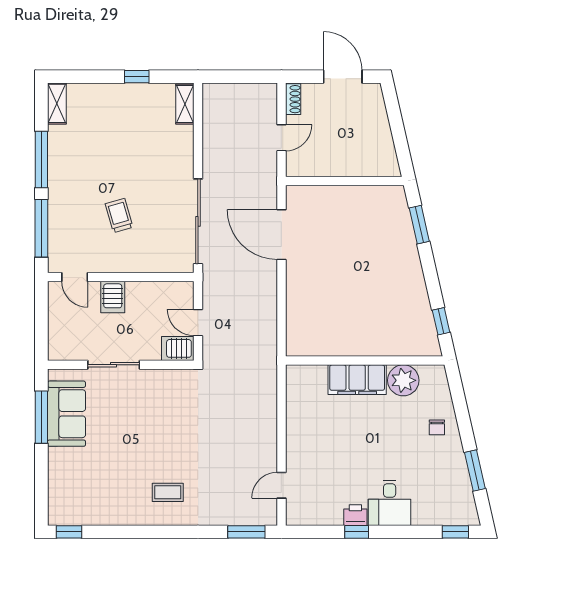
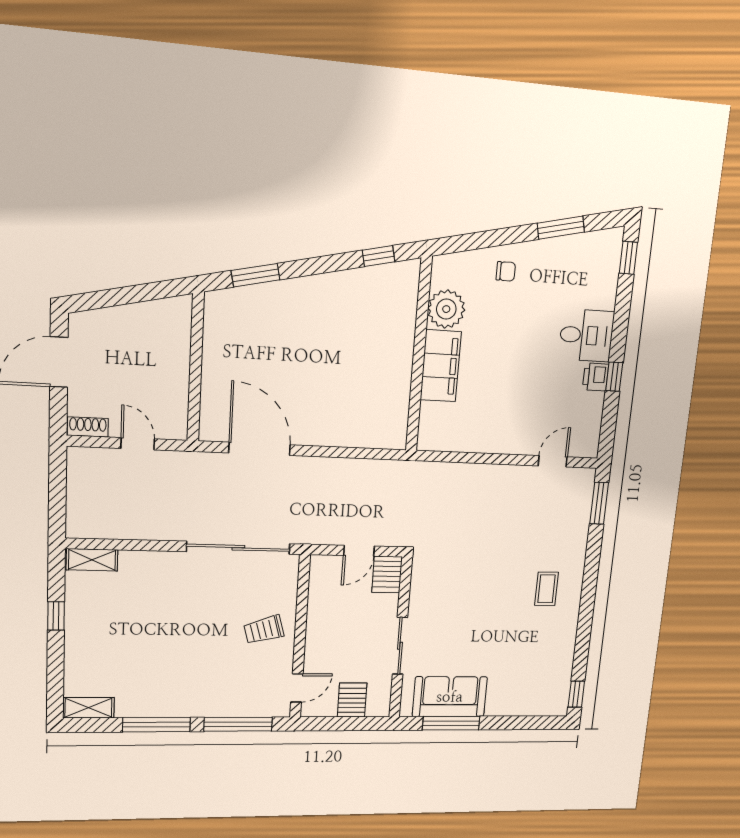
trolley: (119, 216) -> (264, 630), moved
door: (281, 235) -> (259, 449), swing flipped
server rack: (113, 297) -> (352, 700), moved, turned -90
door: (281, 485) -> (553, 461), swing flipped

